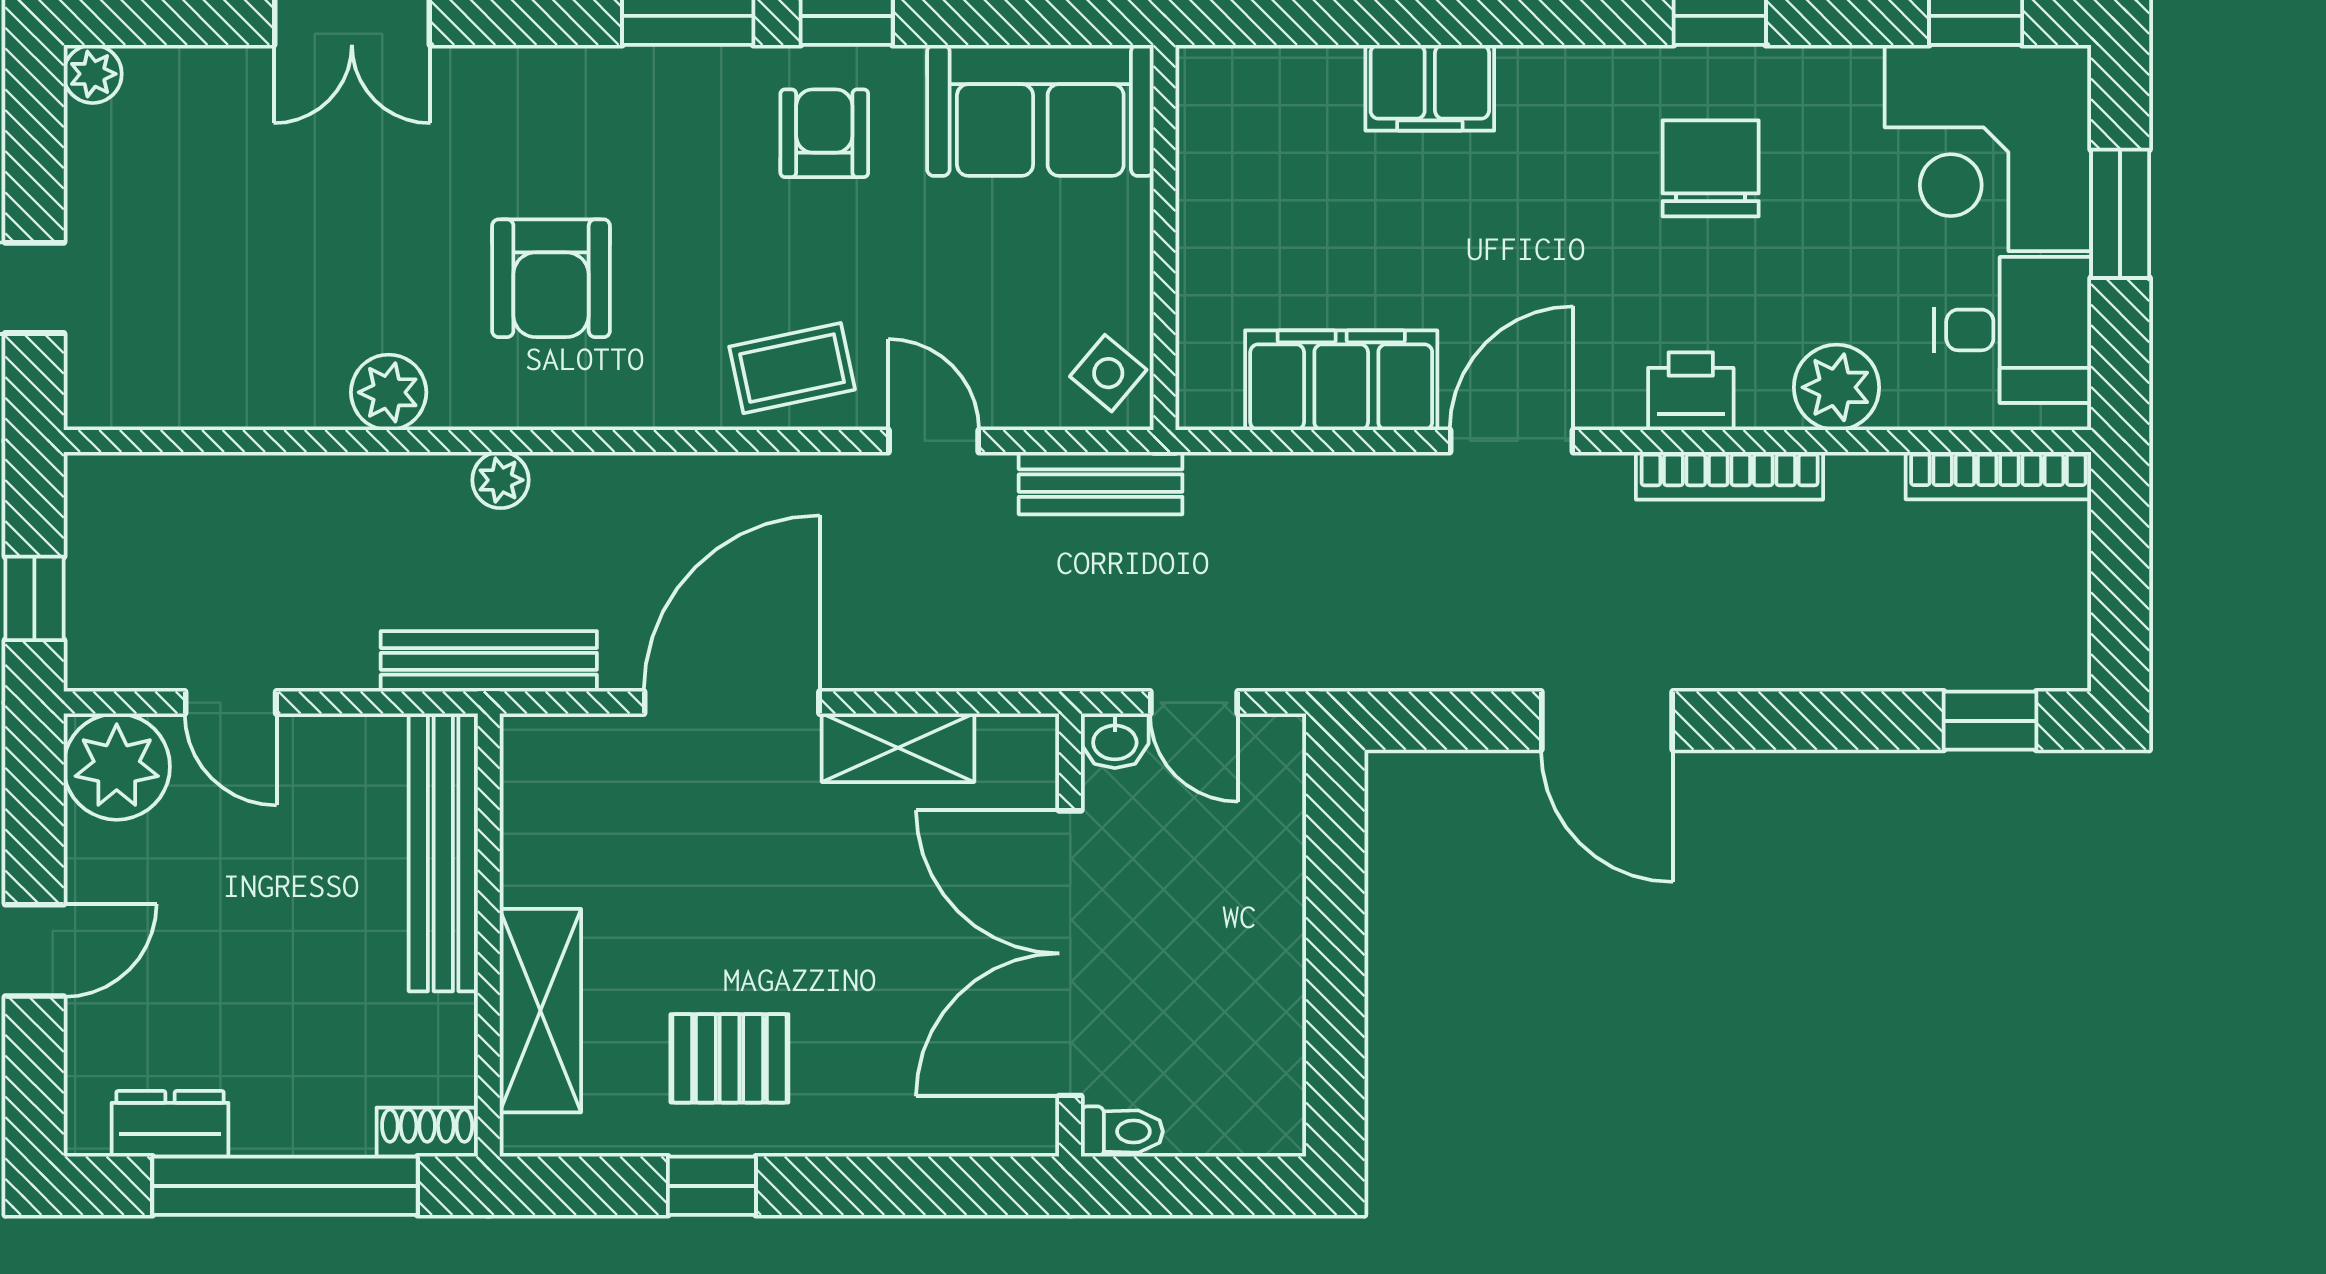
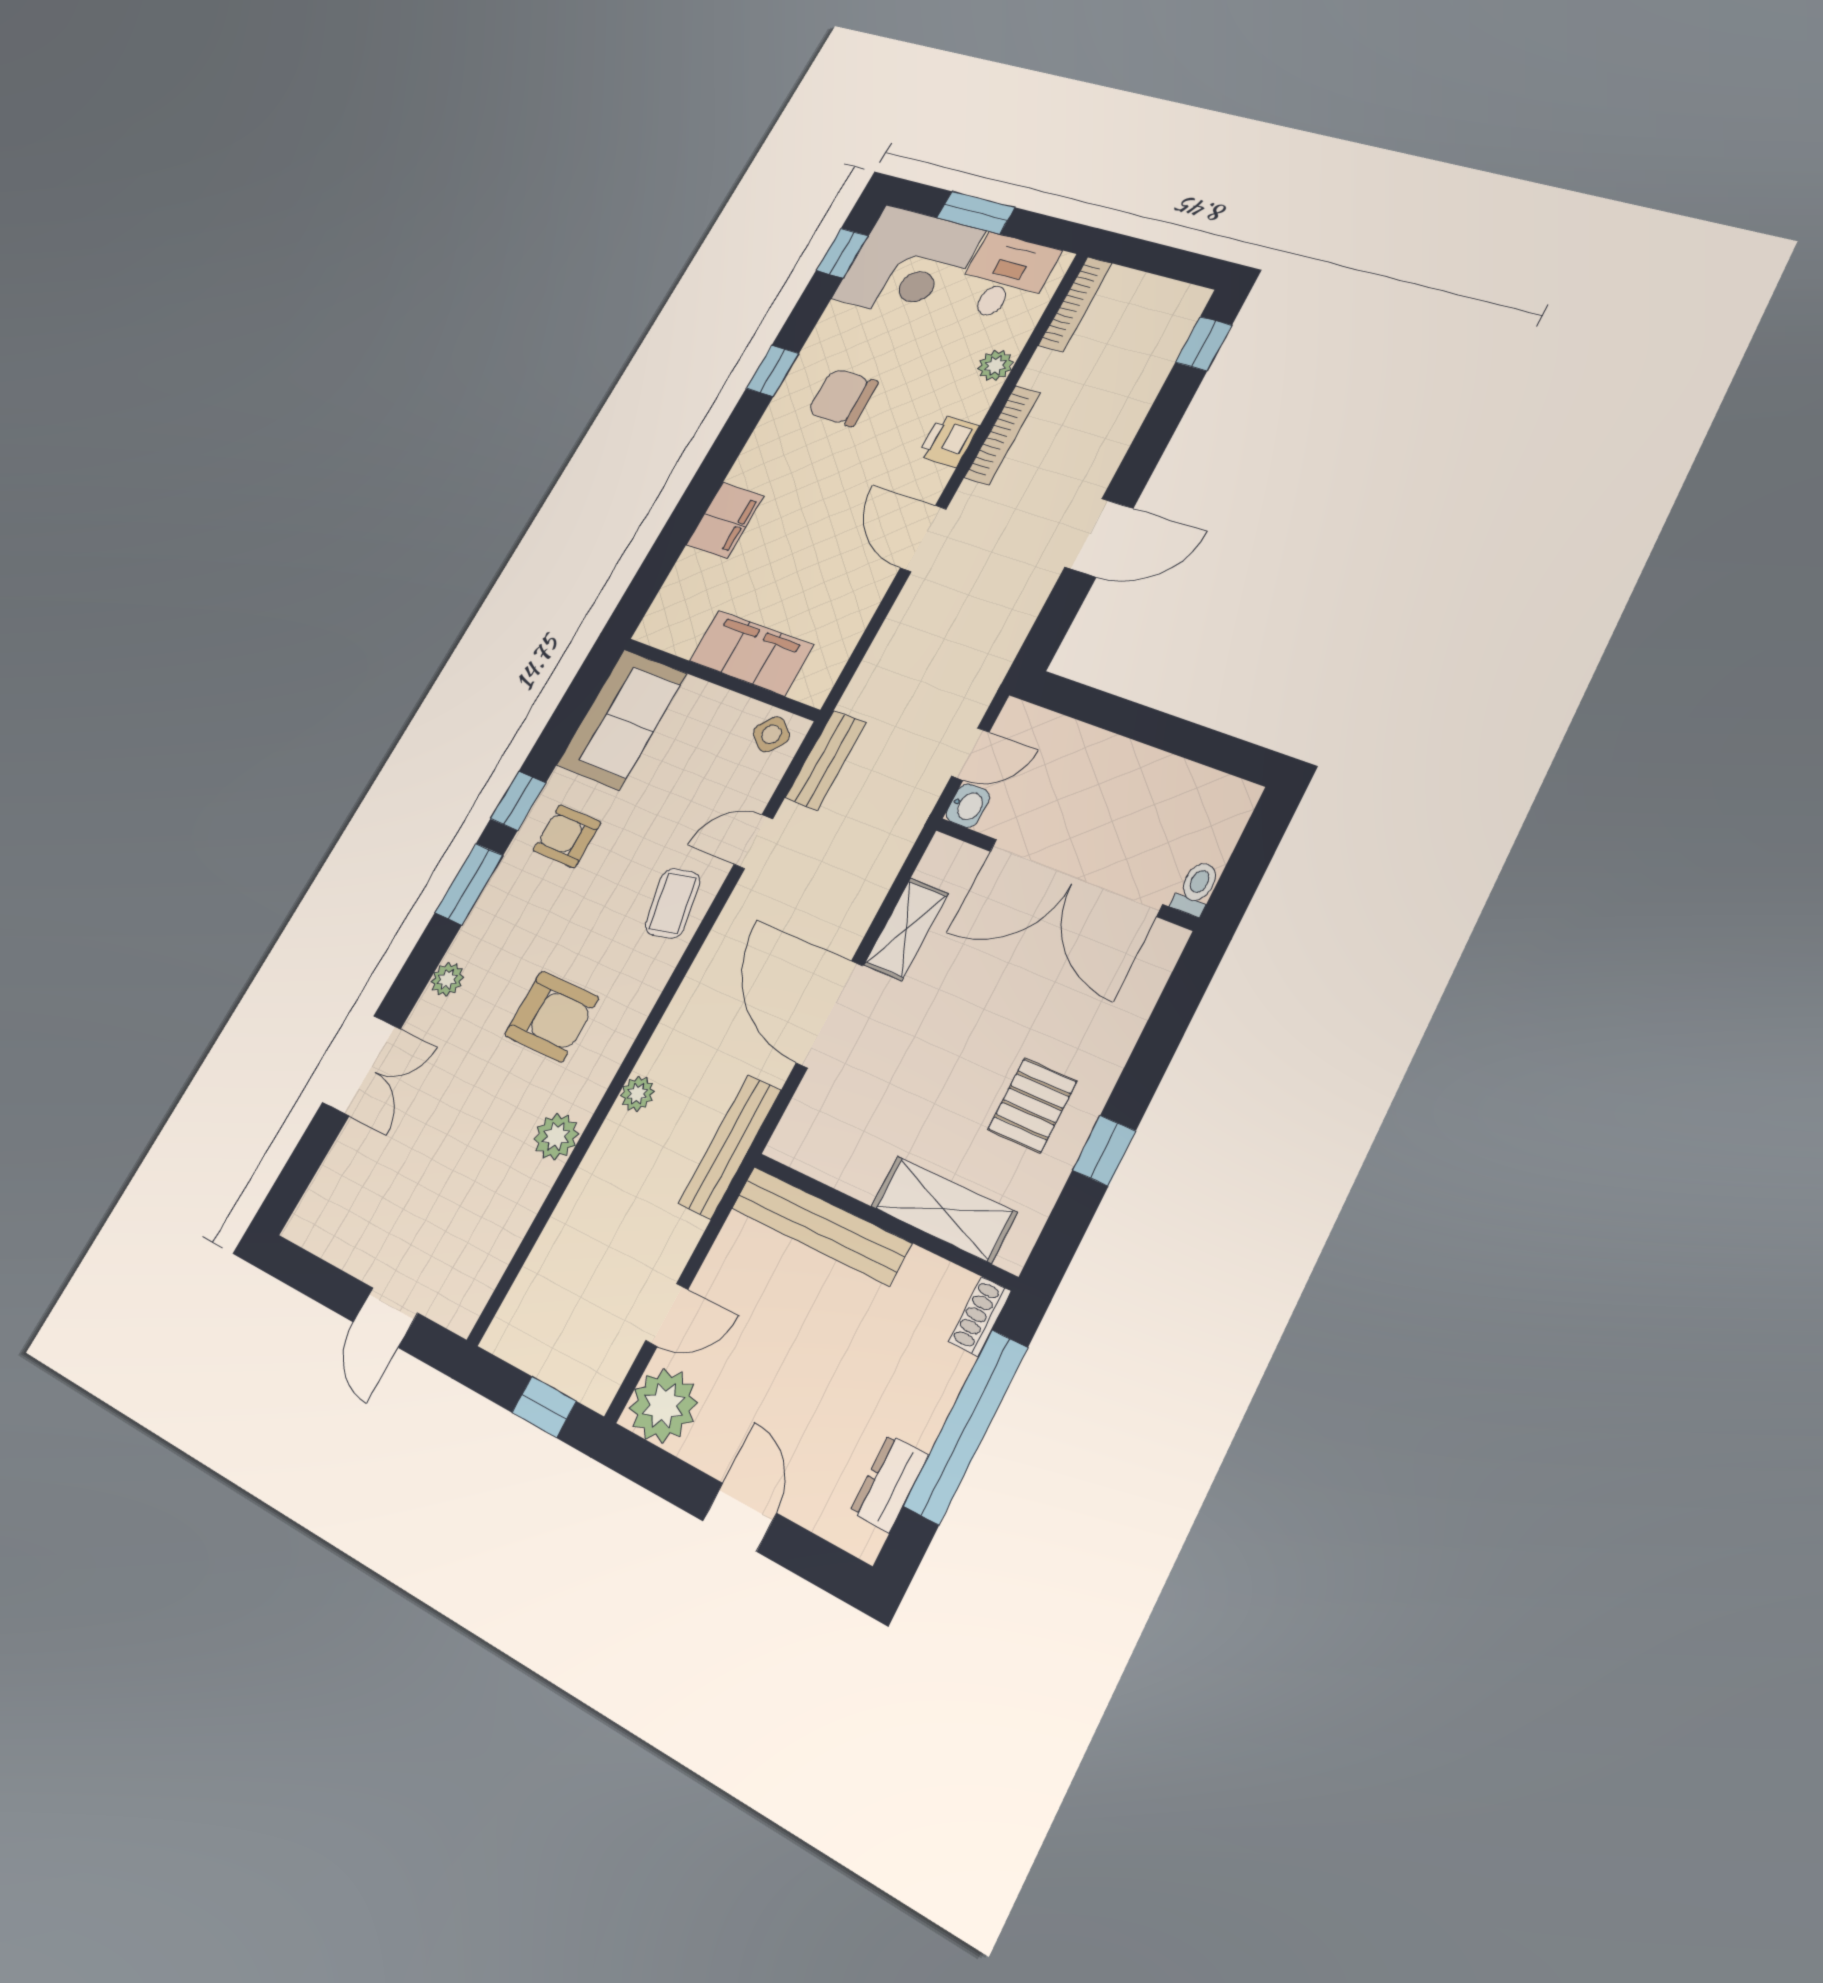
plant: (93, 74) -> (447, 979), moved
filing cabinet: (1341, 380) -> (751, 653), moved, turned 90
plant: (1837, 387) -> (995, 365), width x0.73, depth x0.73

